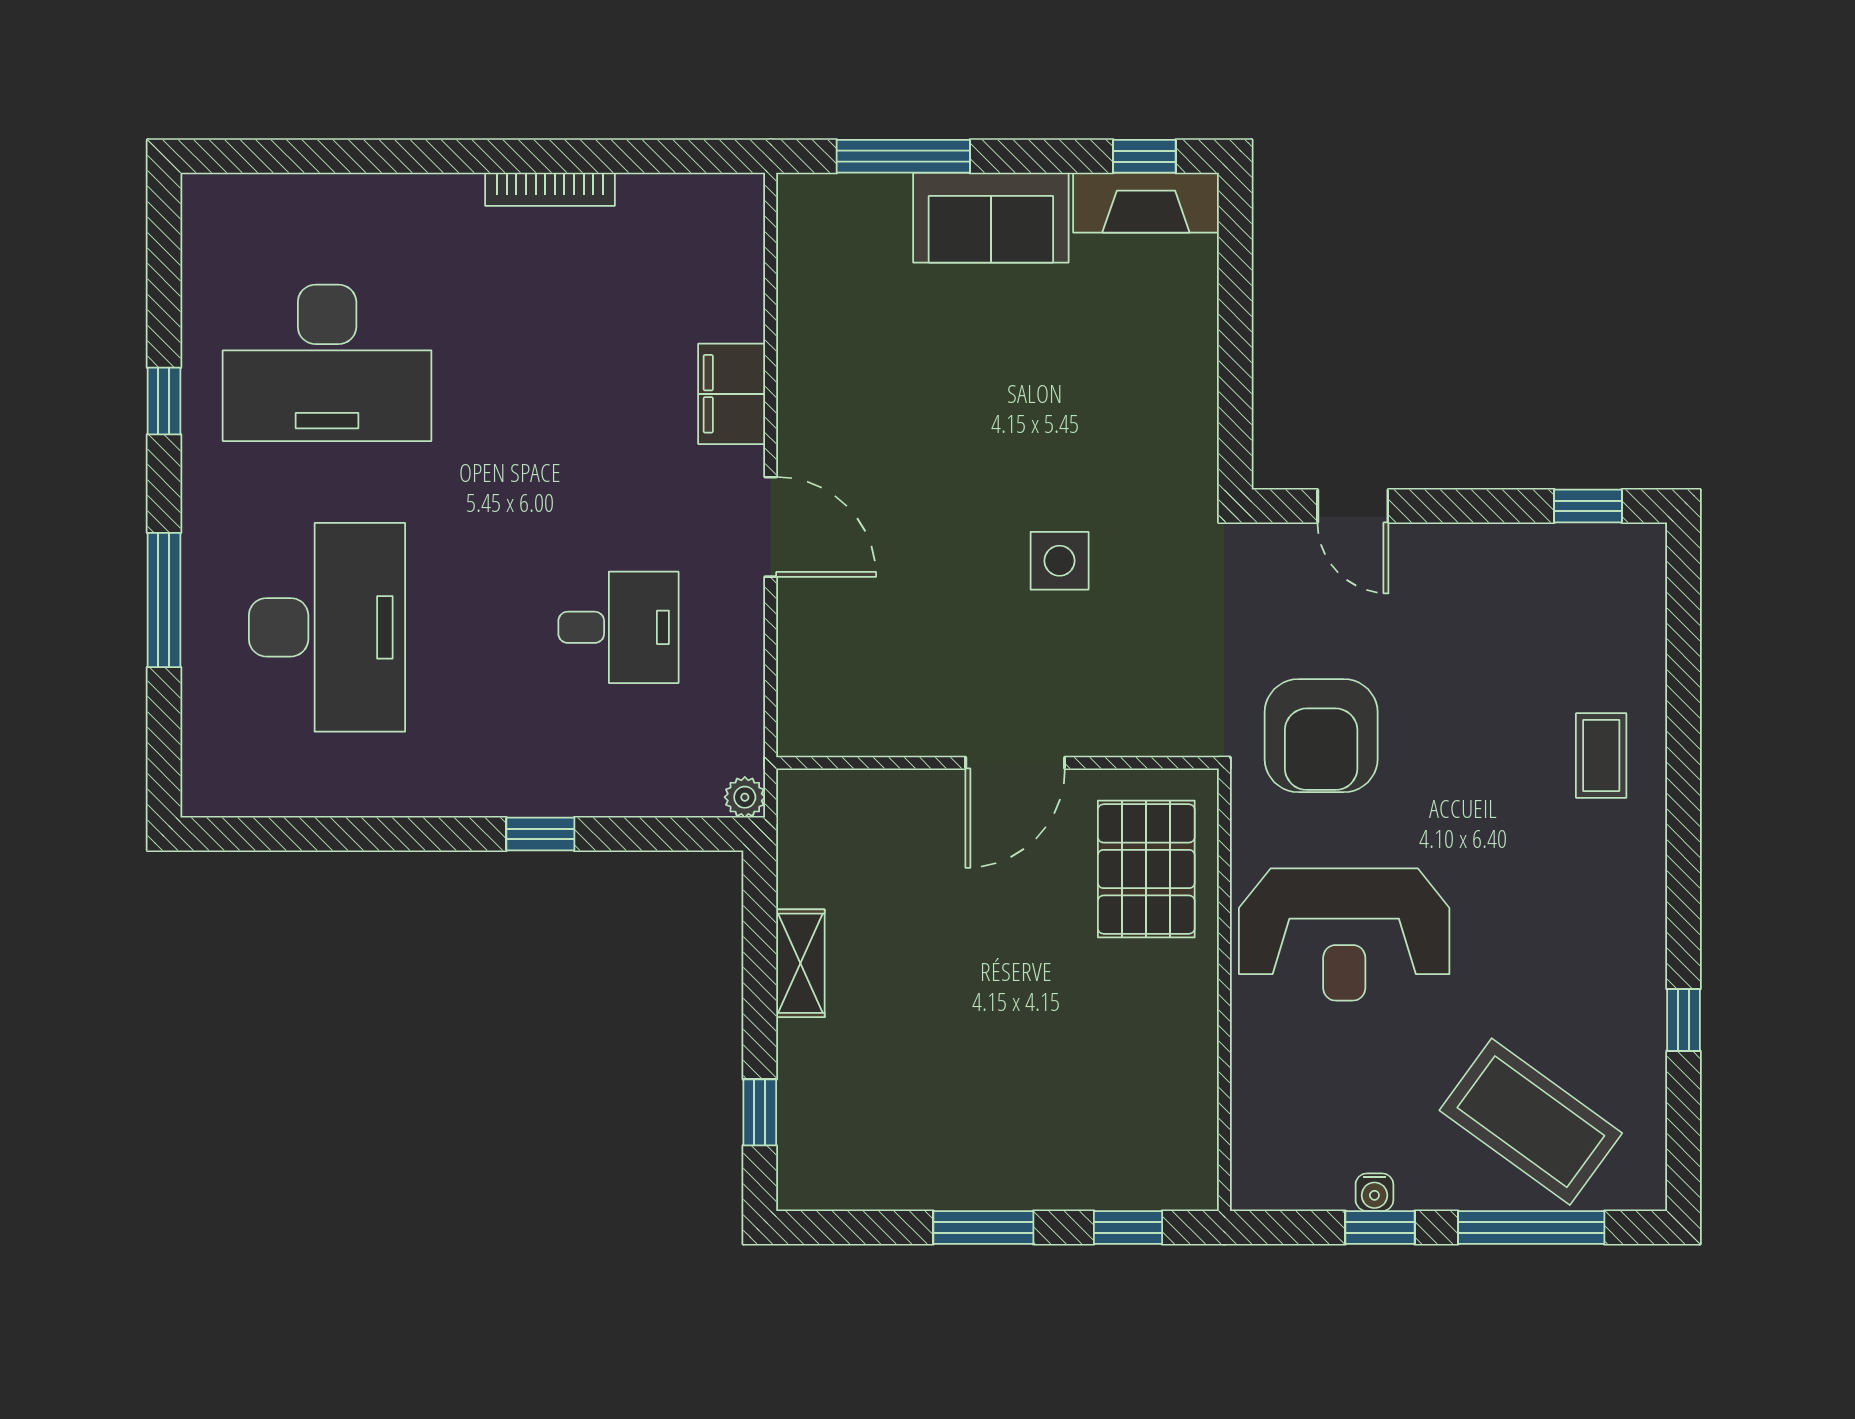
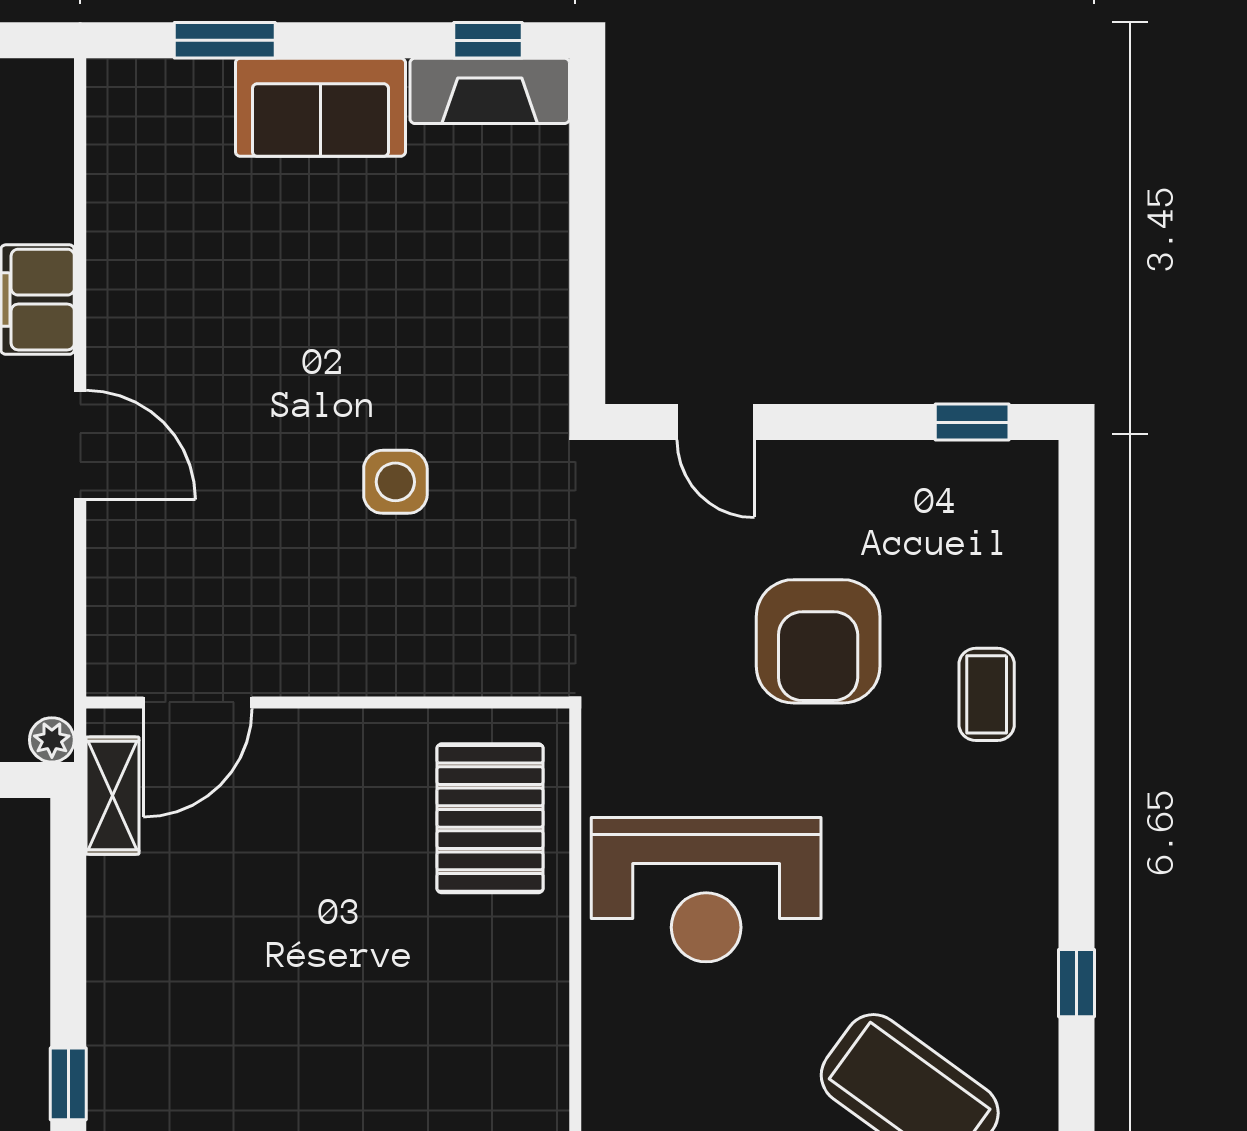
window: (903, 156) -> (225, 40), width x0.69
armchair: (1321, 736) -> (818, 641), moved
door: (1015, 763) -> (198, 702), moved
shelving: (800, 963) -> (113, 796), moved

